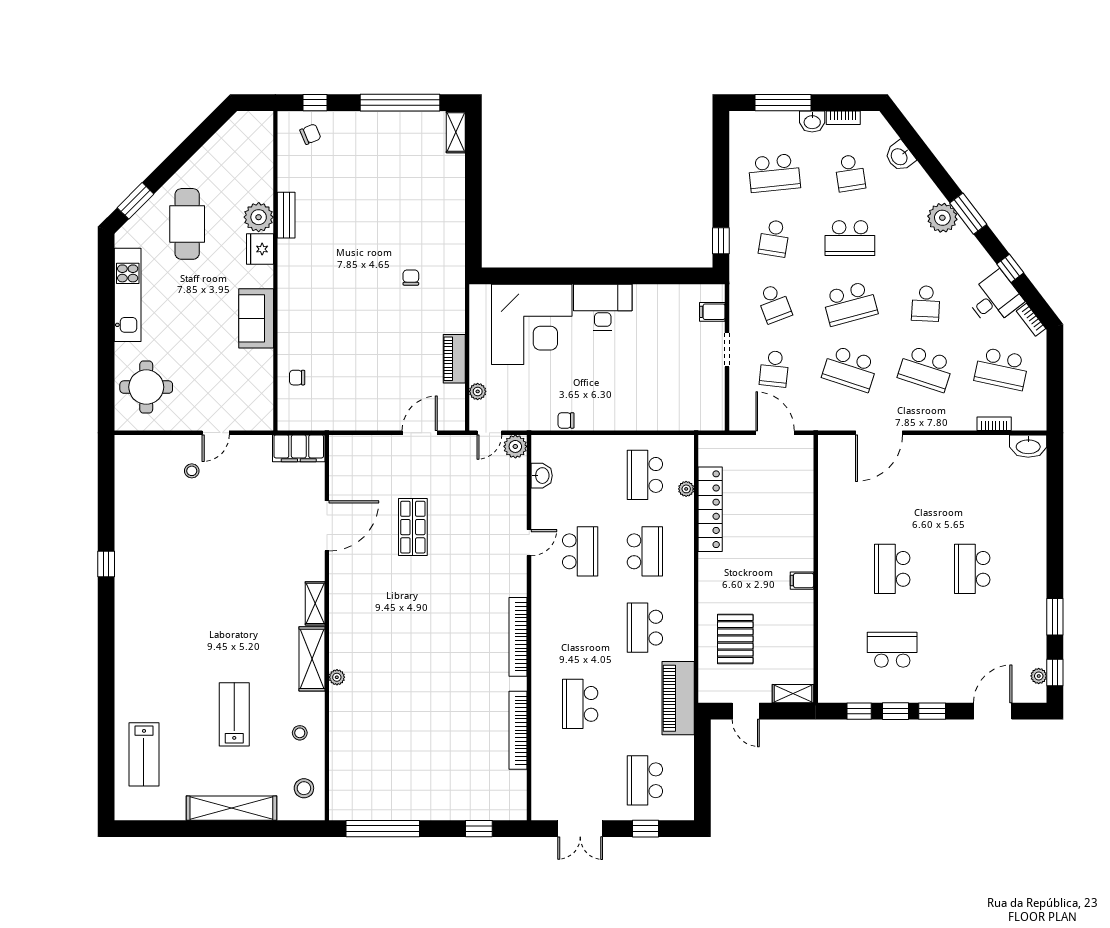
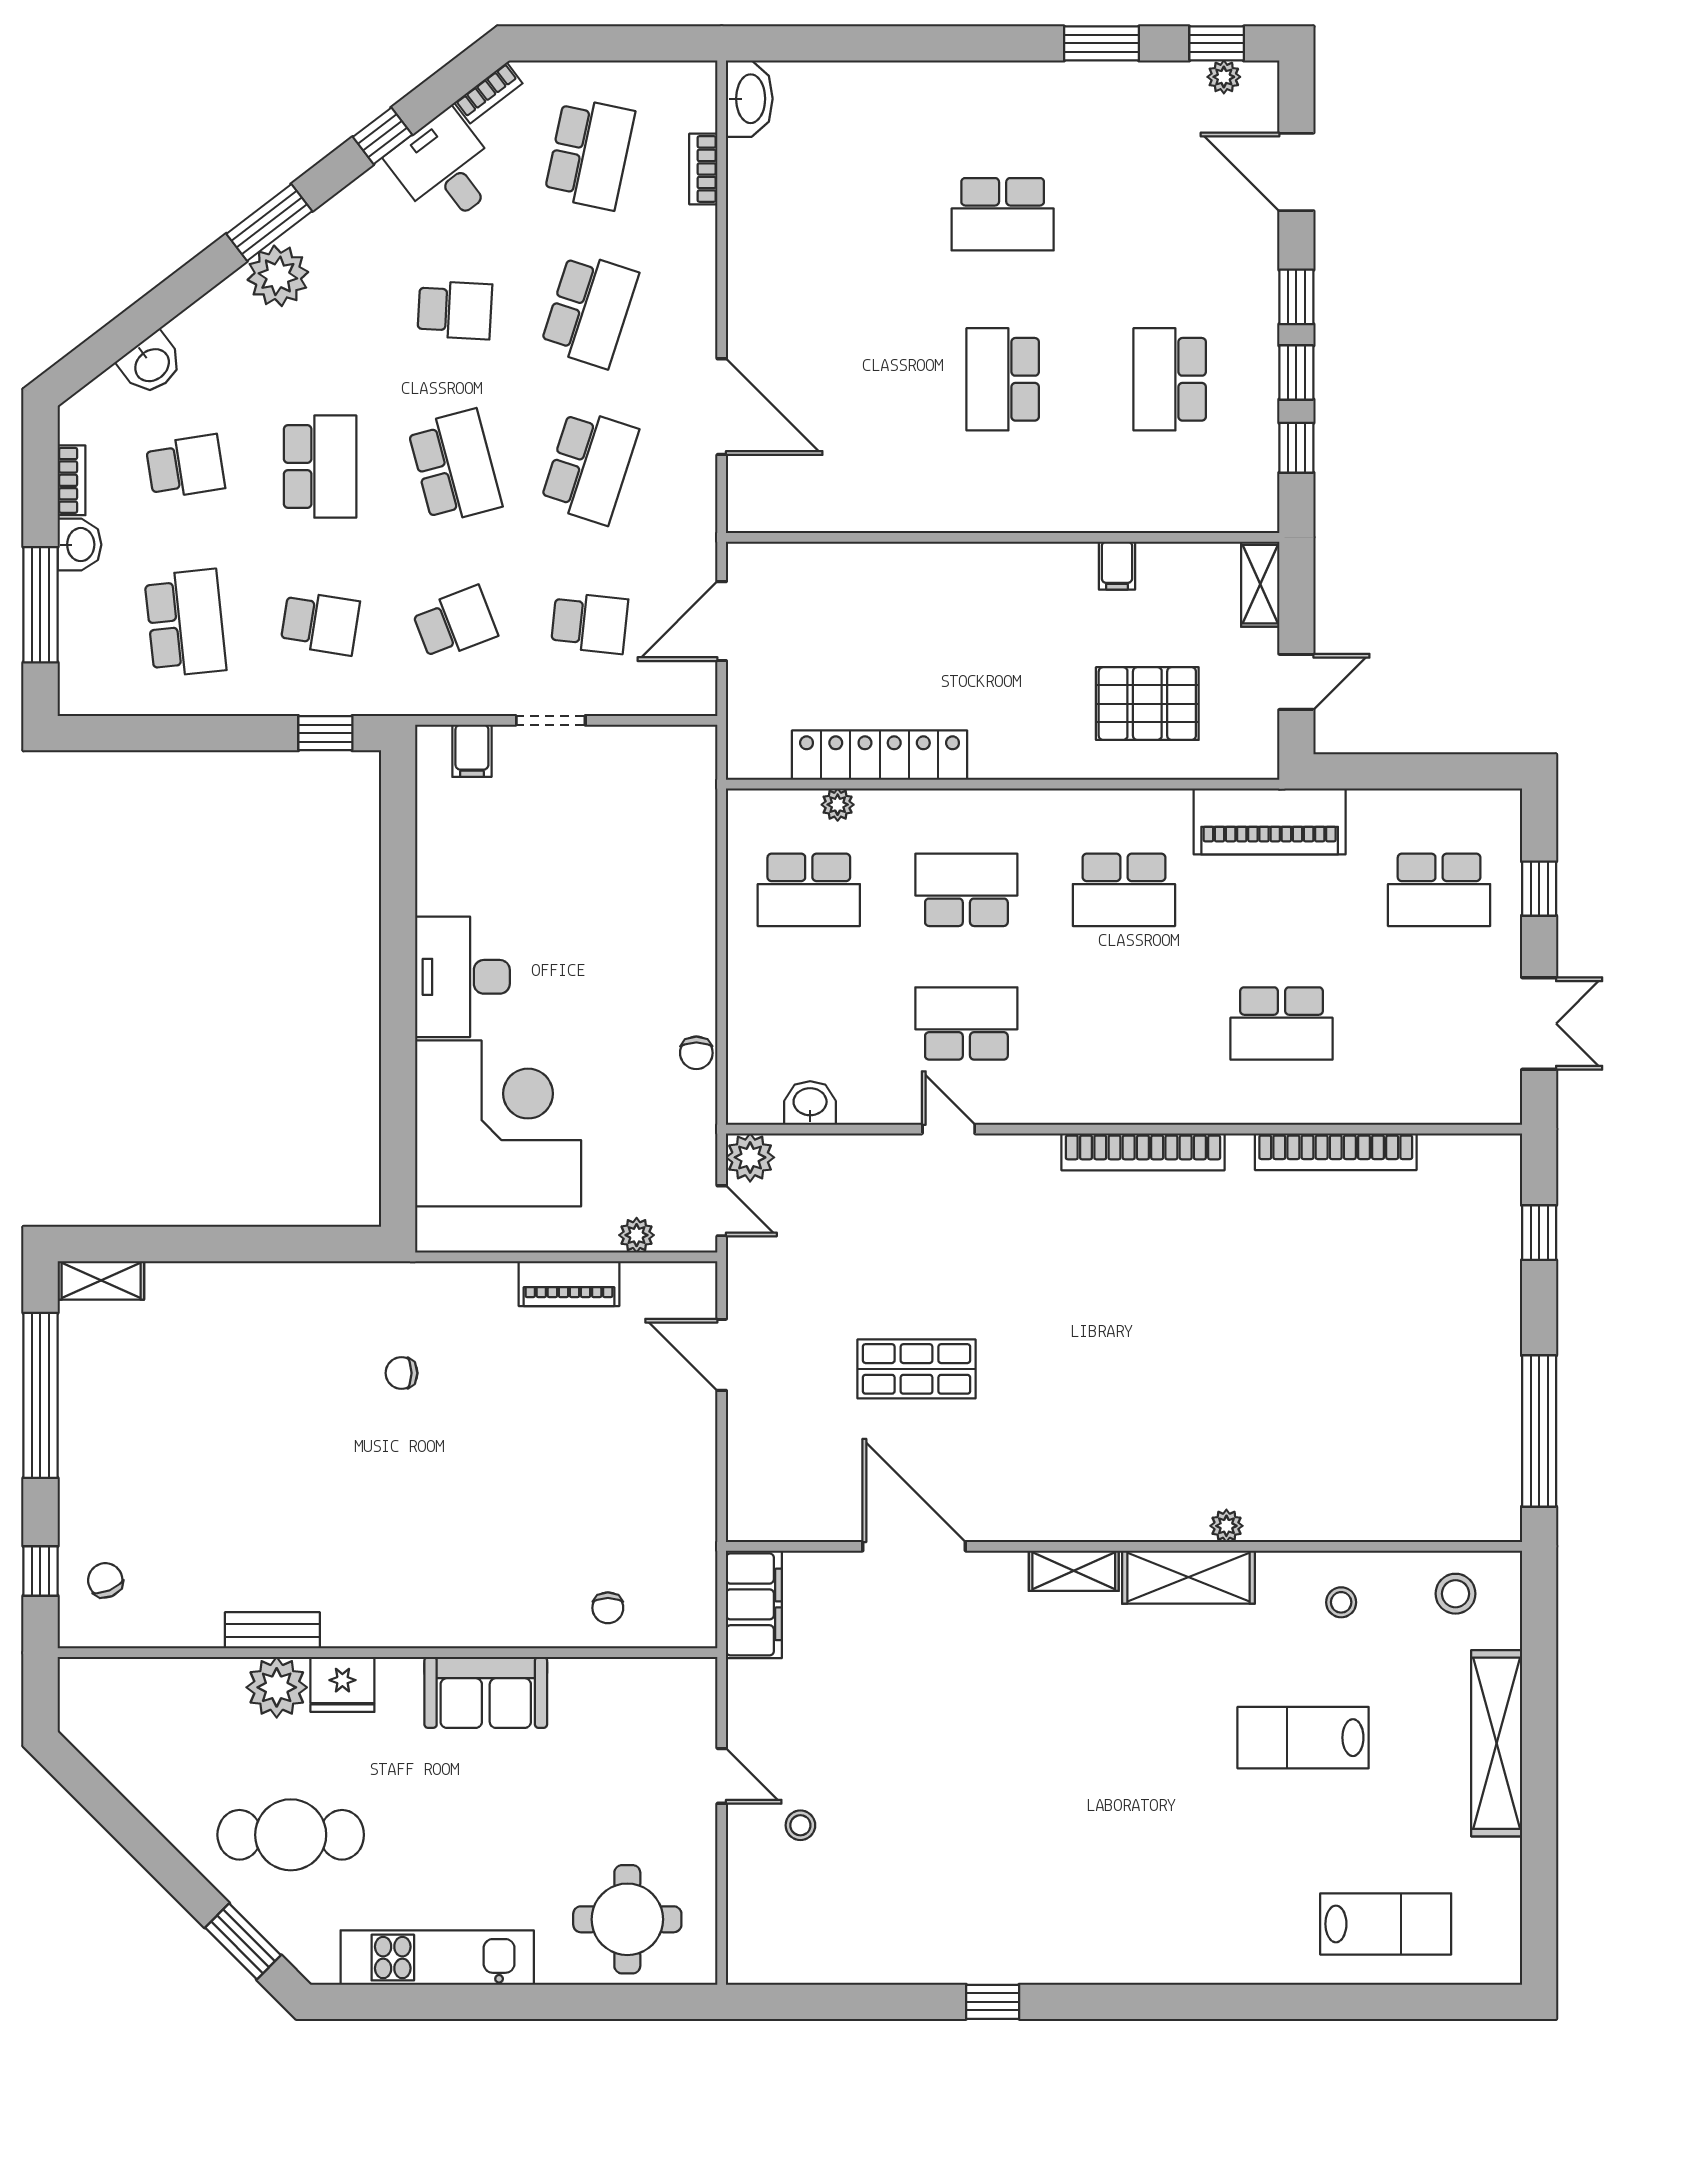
school desk: (892, 569) -> (1003, 379), turned 90
filing cabinet: (802, 581) -> (1117, 566), moved

